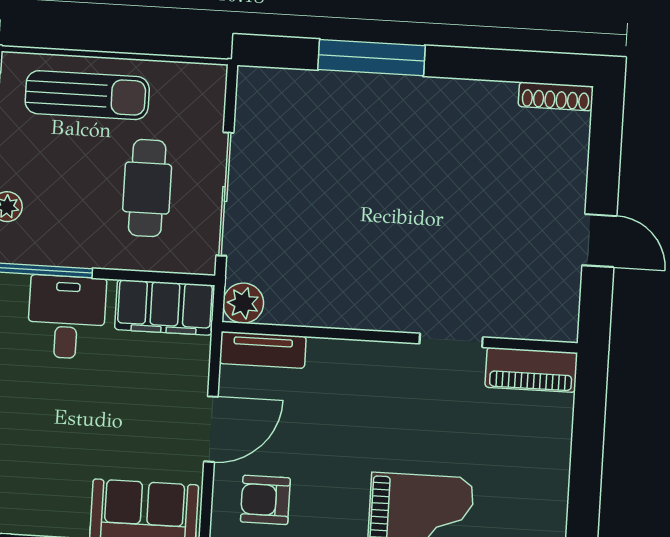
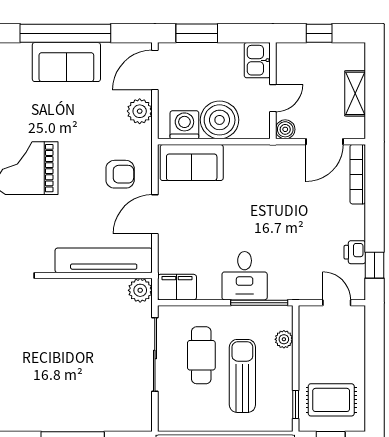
sun lounger: (87, 95) -> (242, 376), moved, turned 90
filing cabinet: (165, 307) -> (177, 287), width x0.67, depth x0.86
tv unit: (263, 350) -> (104, 260), width x1.92, depth x1.29

